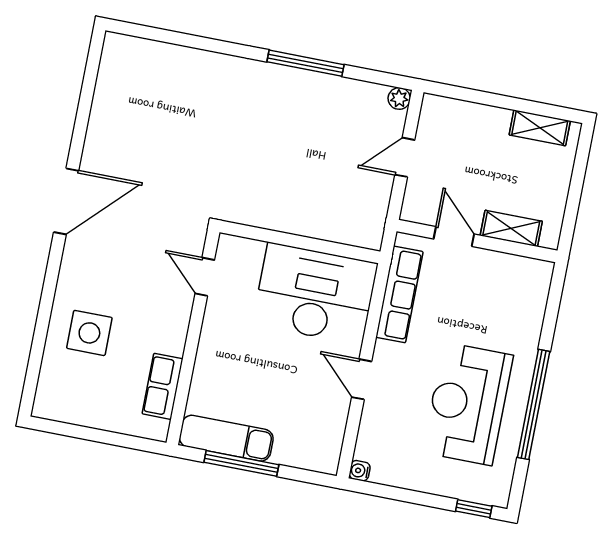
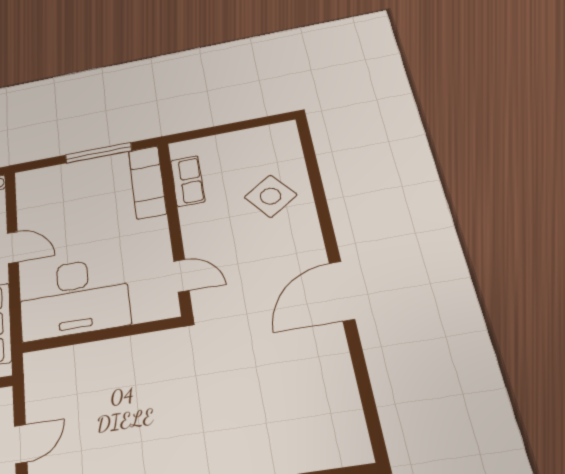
side table: (89, 333) -> (271, 196), turned -36
exam couch: (226, 438) -> (147, 182), moved, turned 90

